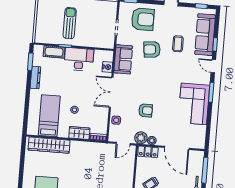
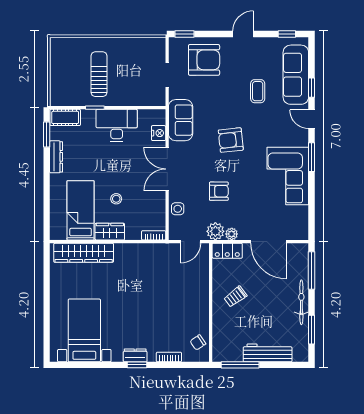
armchair: (152, 49) -> (231, 140), moved
cot: (54, 52) -> (65, 117), moved
wardrobe: (79, 133) -> (110, 232), moved

